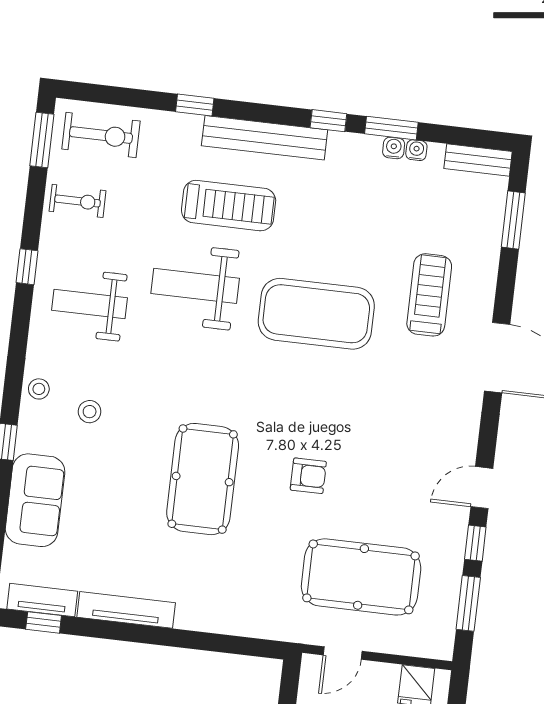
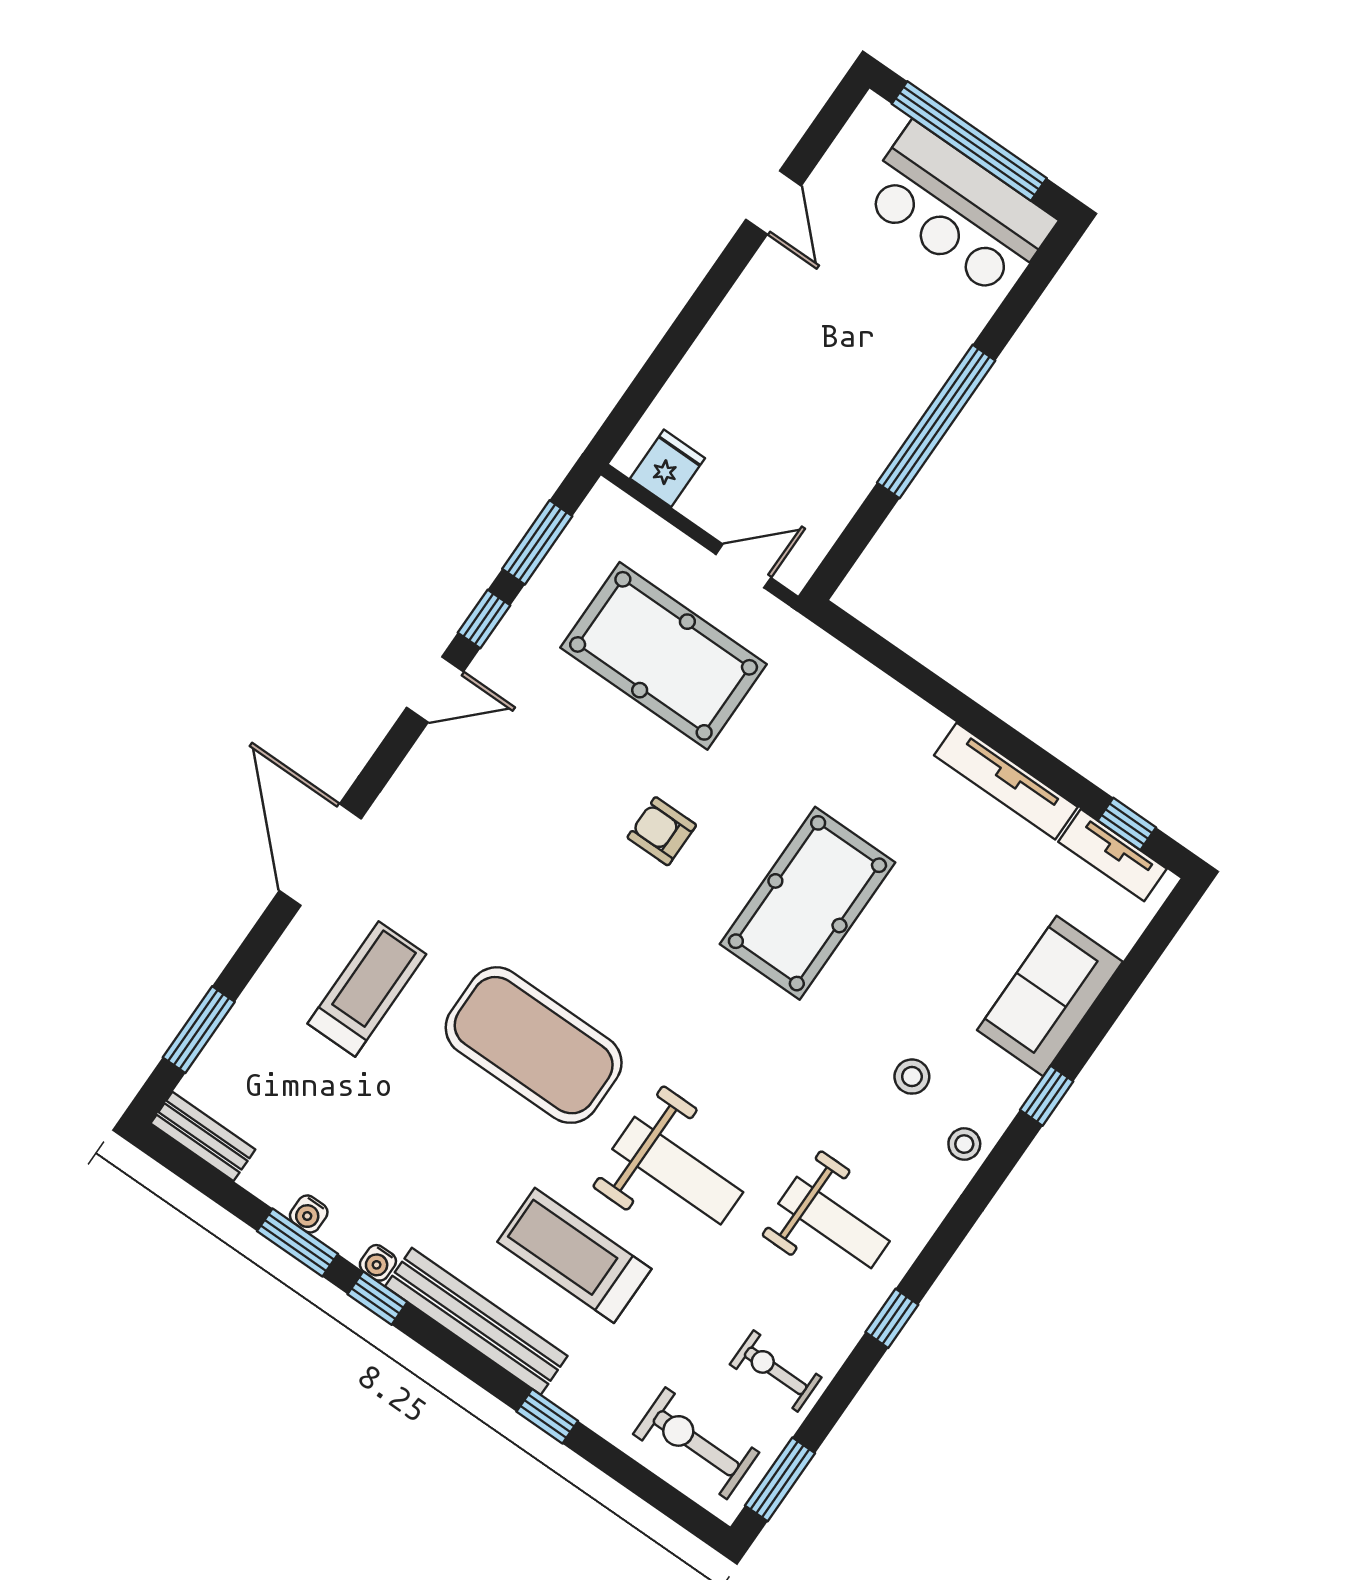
water cooler: (416, 150) -> (378, 1263), moved
treadmill: (429, 295) -> (367, 989), turned 180

